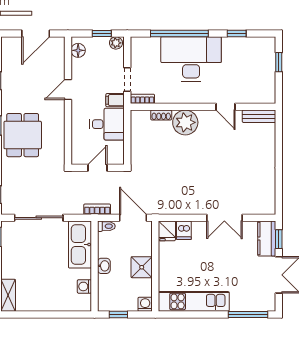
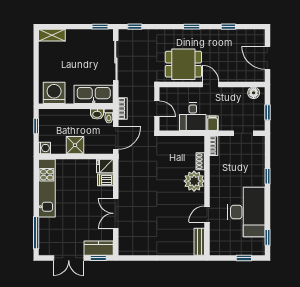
window: (179, 33) -> (267, 176), width x0.32
window: (237, 33) -> (267, 237), moved
plant: (116, 43) -> (260, 124), removed
desk: (191, 59) -> (246, 212), moved
doorway: (127, 80) -> (243, 133), moved
door: (68, 89) -> (211, 84), moved
dining table: (23, 135) -> (183, 64), moved
washbasin: (104, 266) -> (97, 114), moved
washing machine: (84, 286) -> (54, 93), width x1.89, depth x1.89

